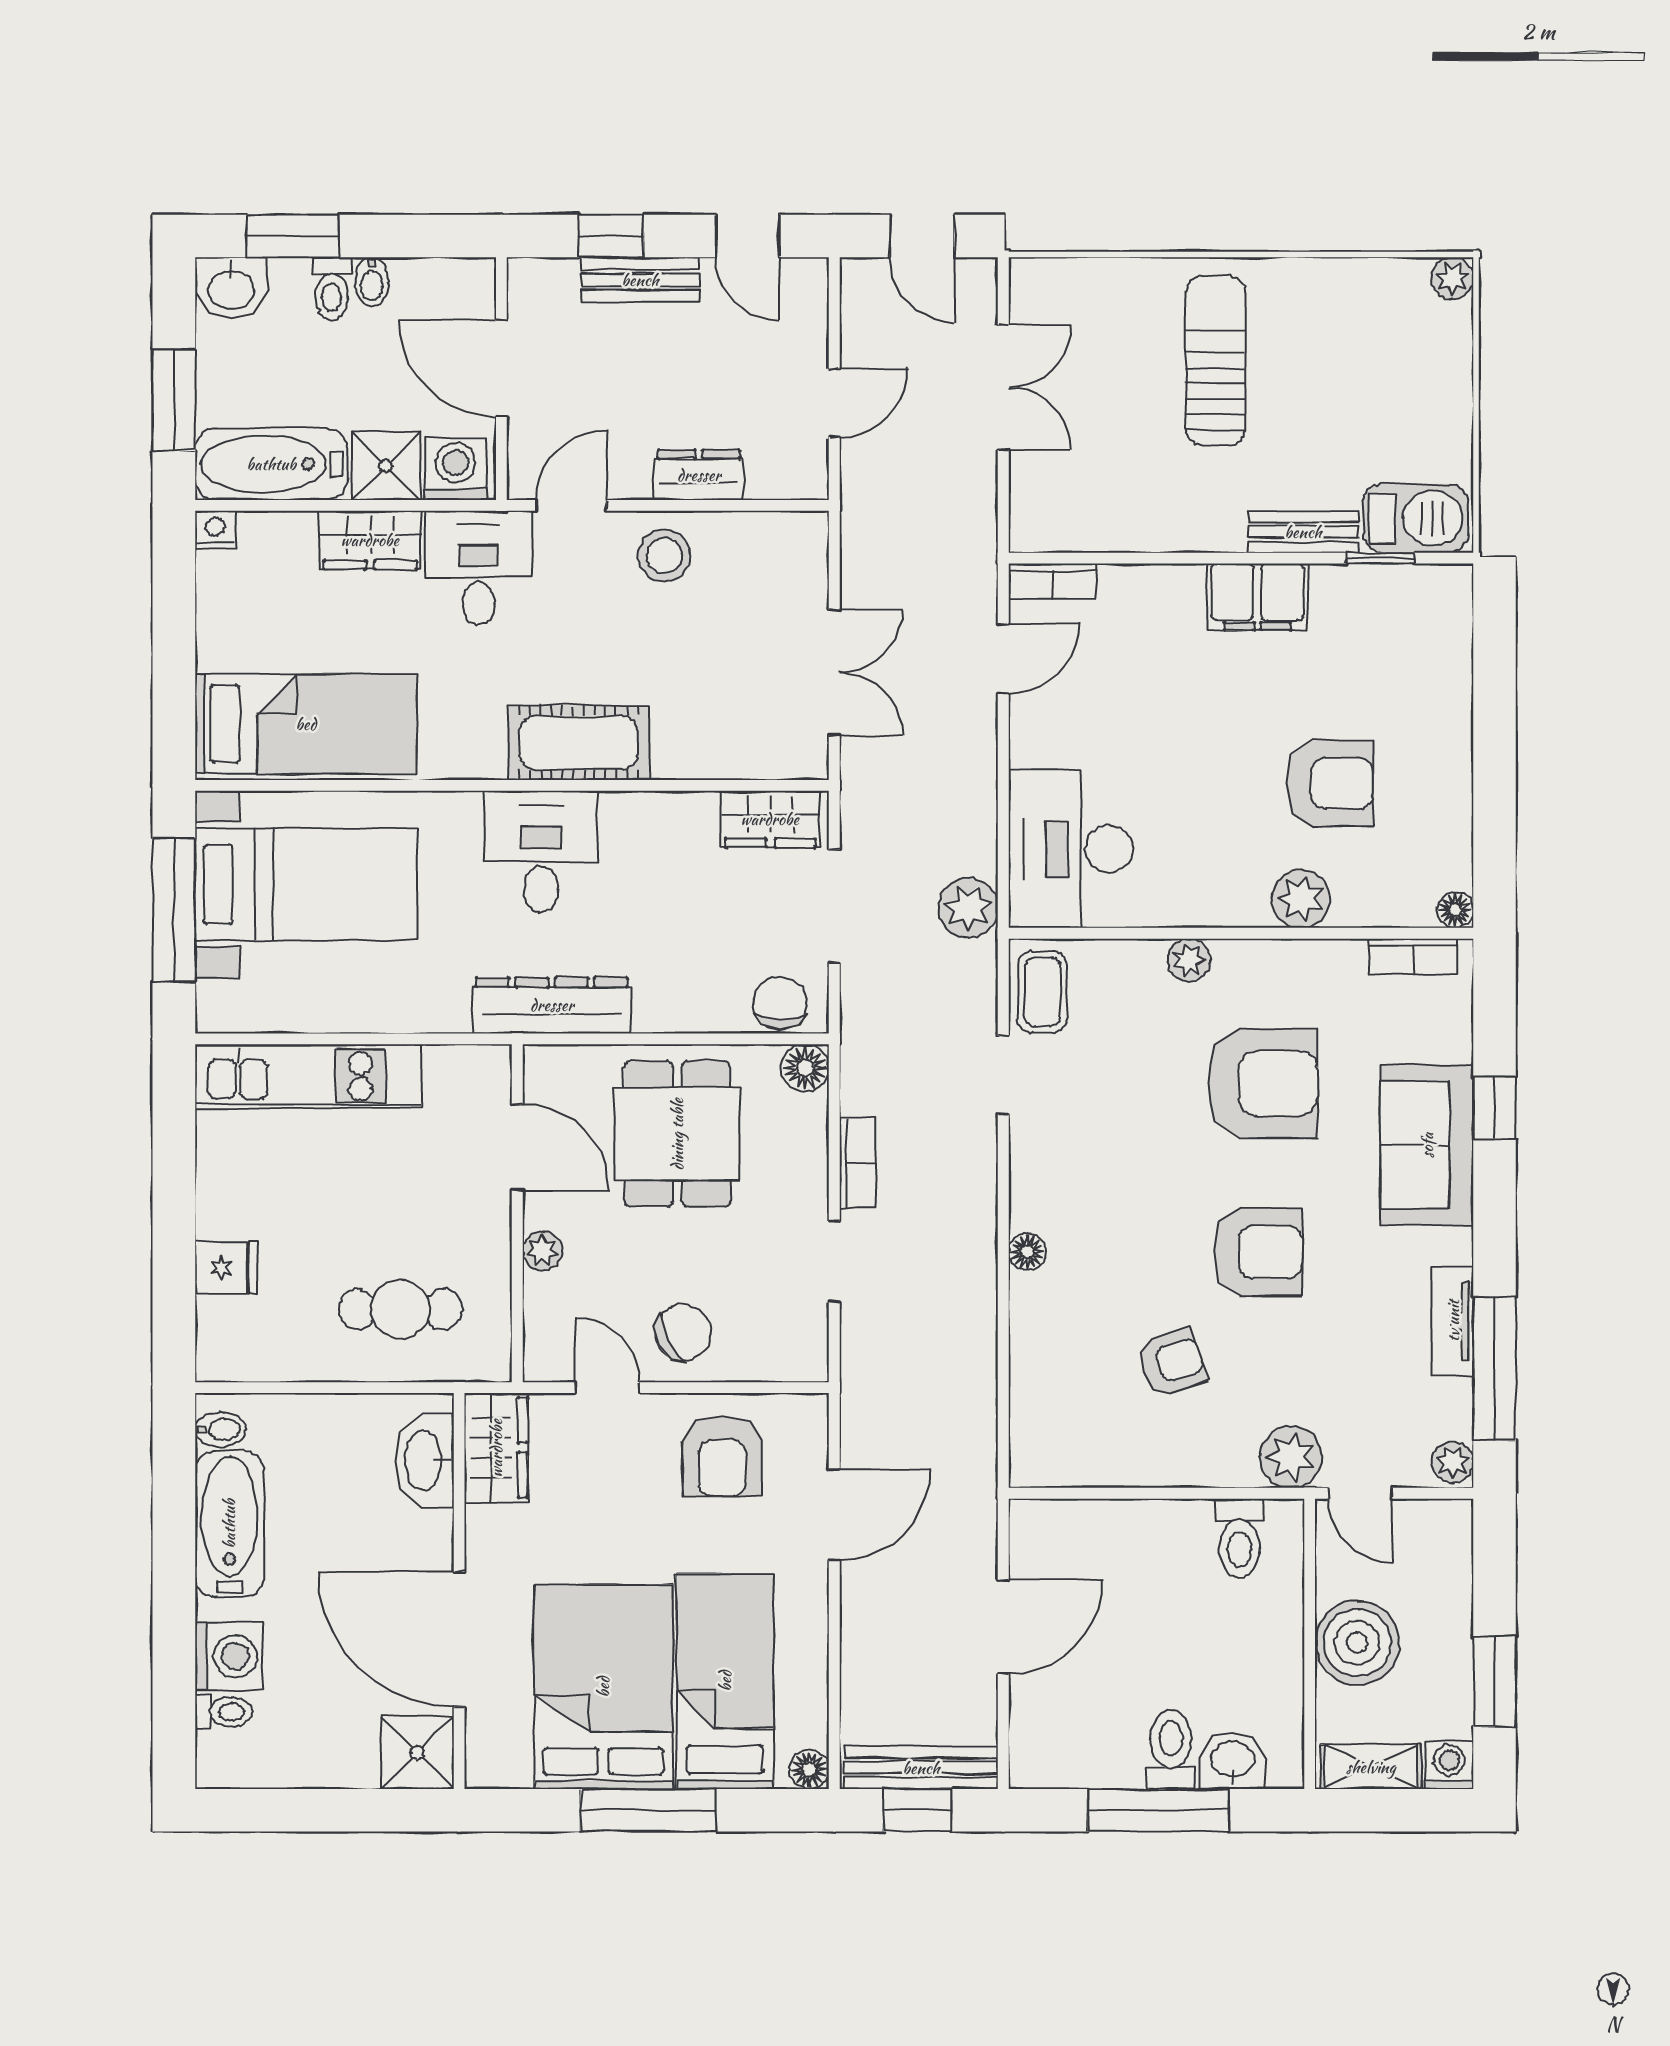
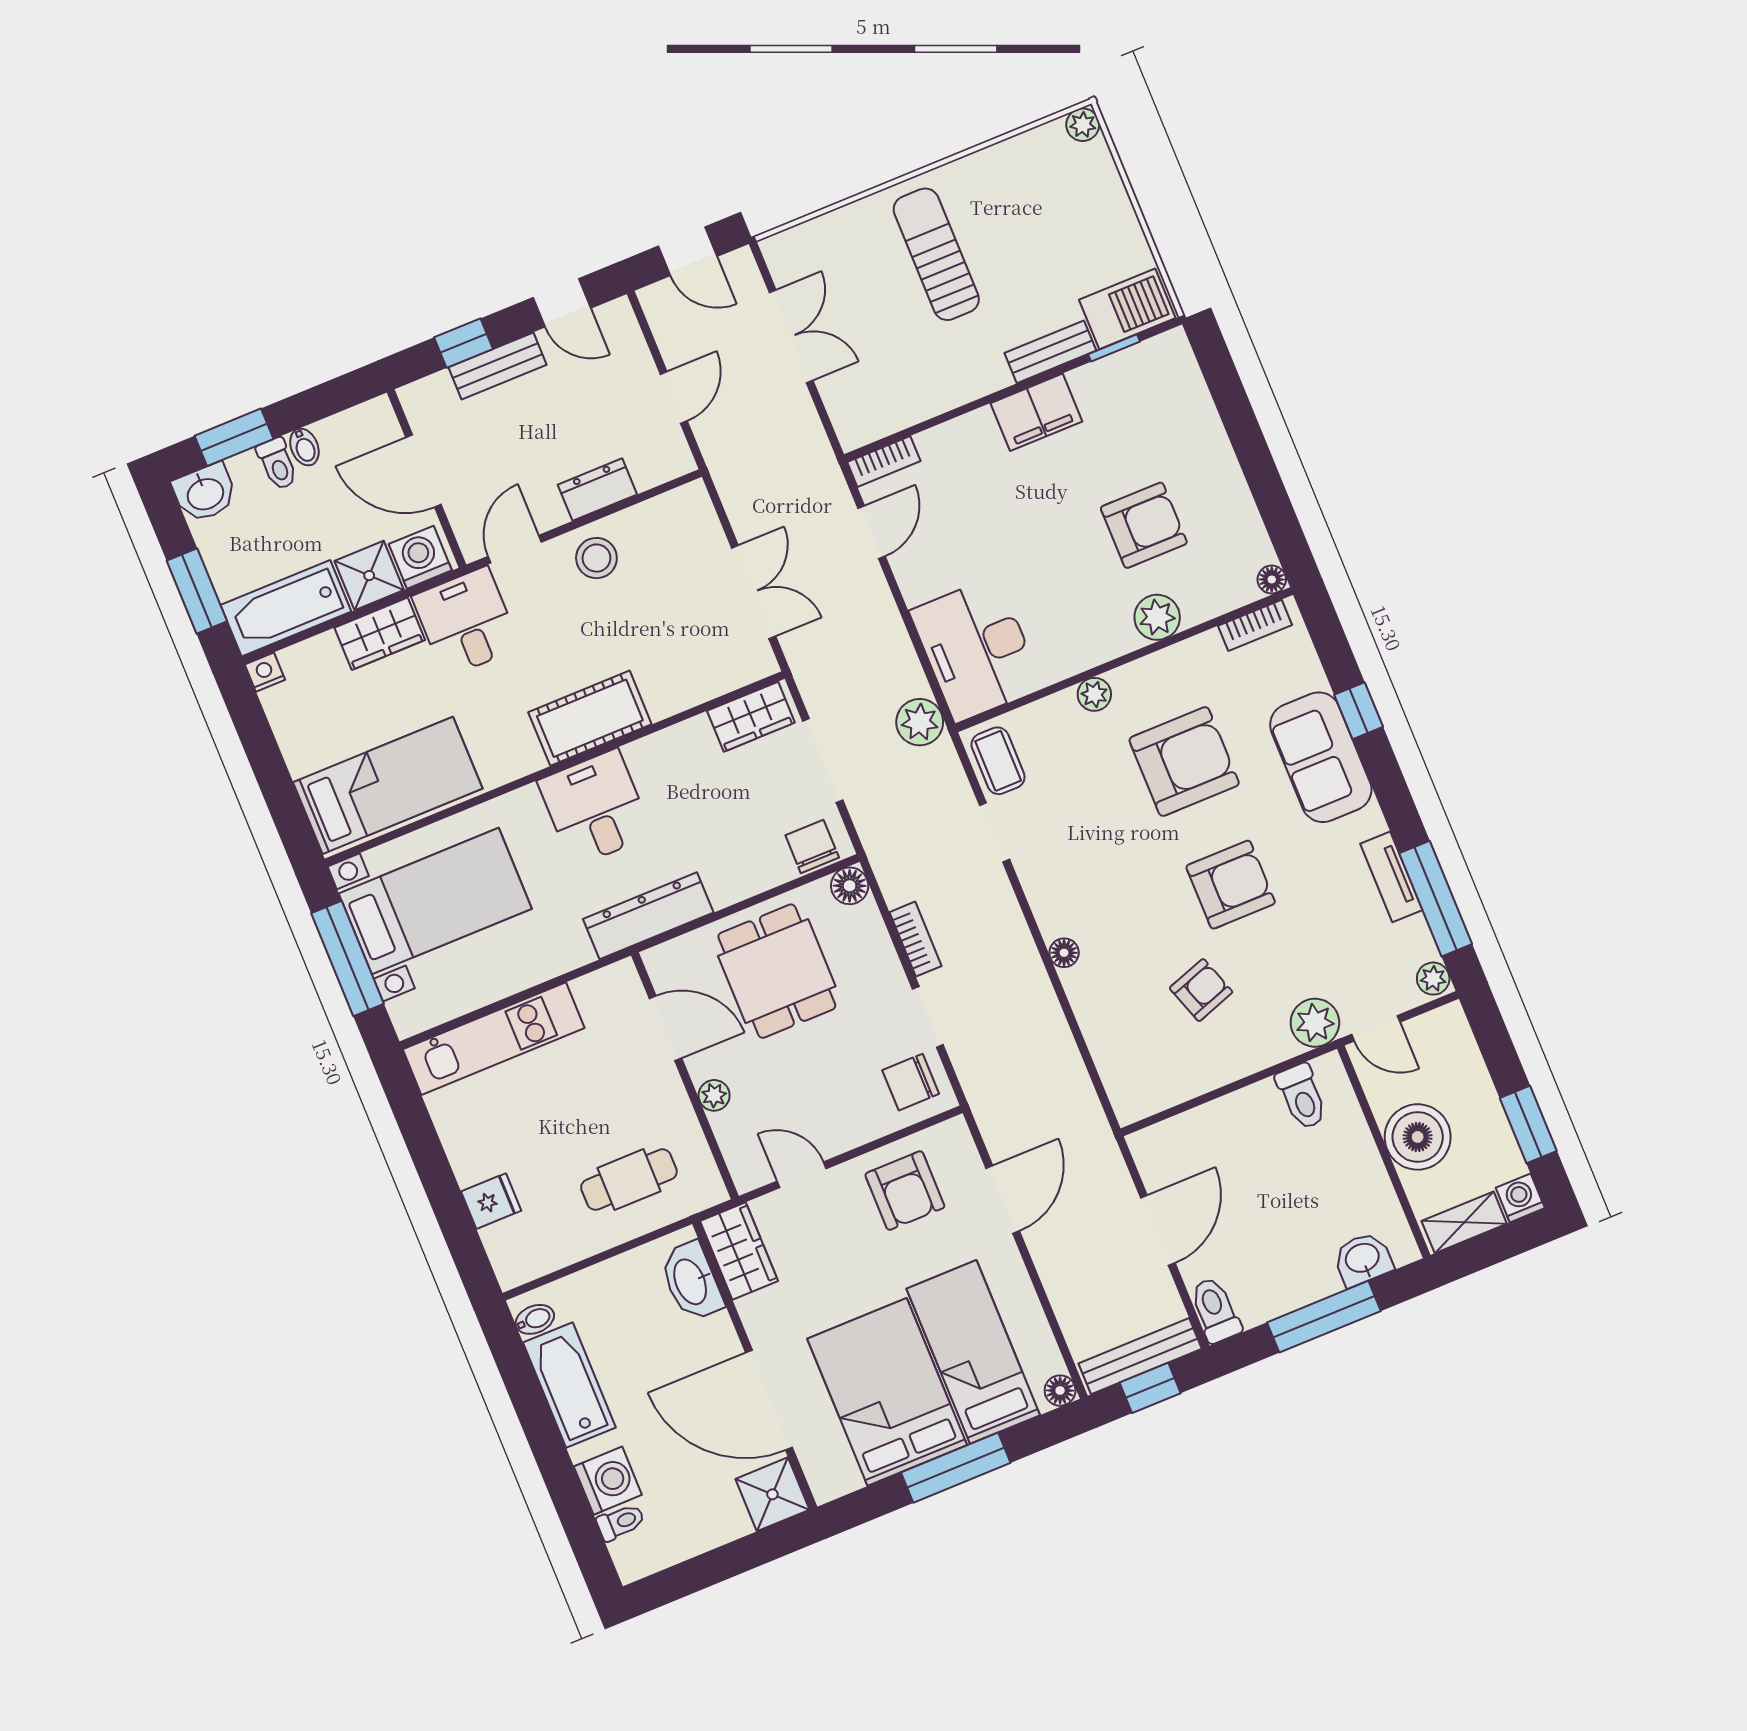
chair: (683, 1332) -> (911, 1082), moved, turned -153
toilet: (1171, 1749) -> (1215, 1310), moved

